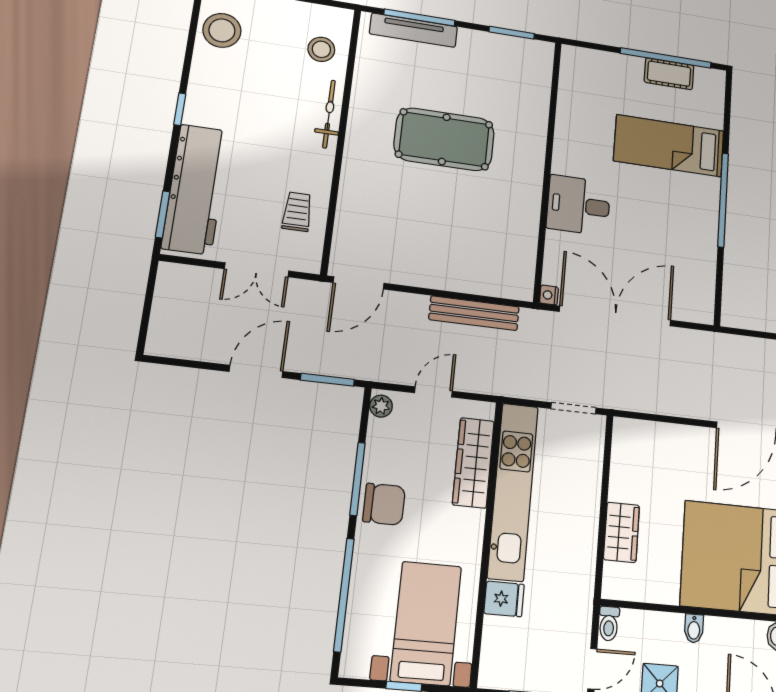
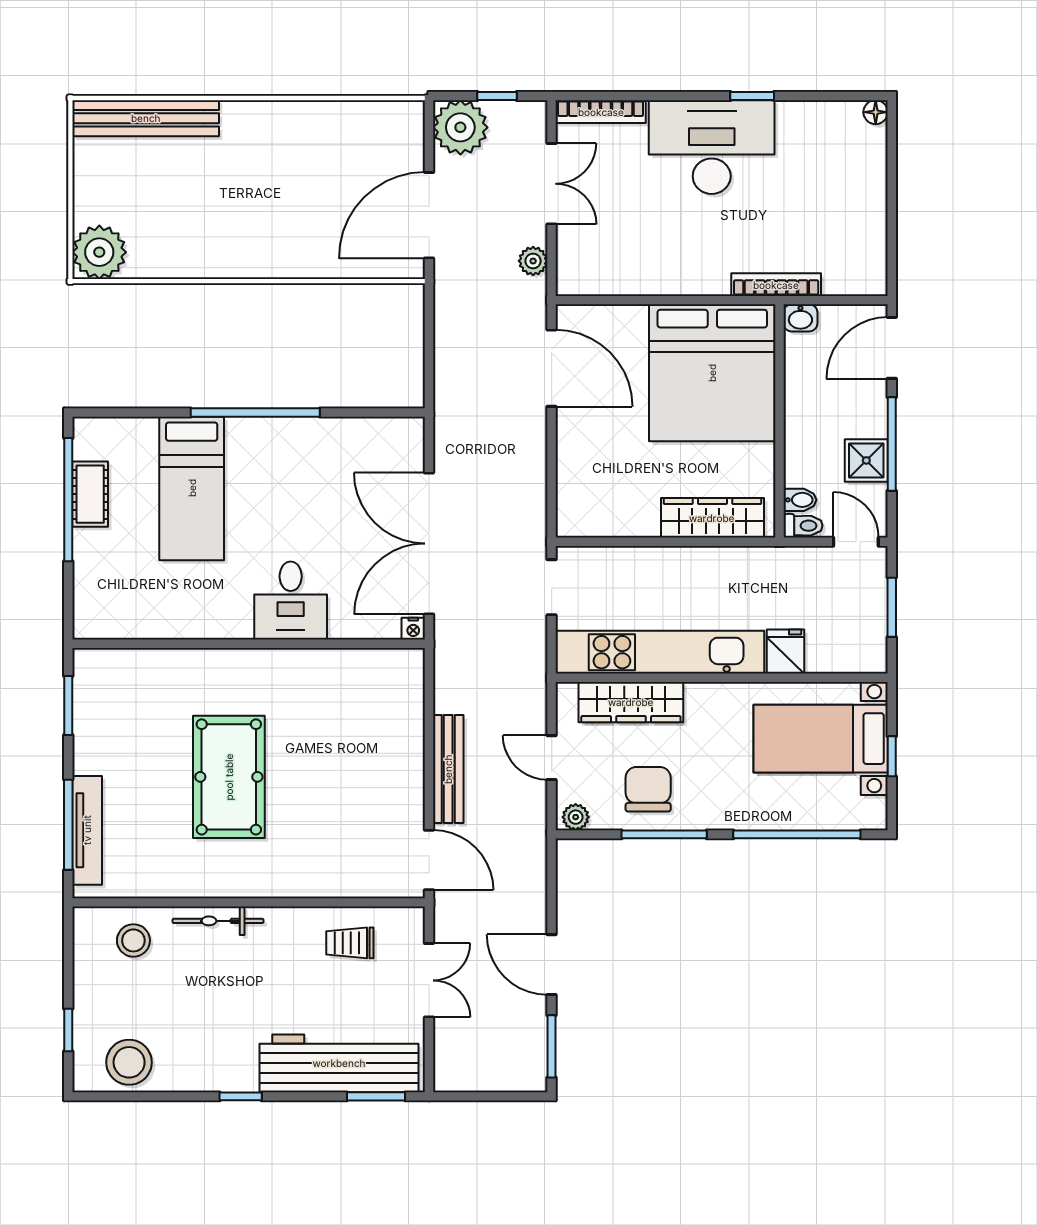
bench: (474, 313) -> (448, 769), moved
window: (327, 380) -> (552, 1046), moved
chair: (384, 504) -> (648, 789), moved
wardrobe: (621, 532) -> (712, 518), width x1.50
bidet: (694, 628) -> (800, 500), moved

